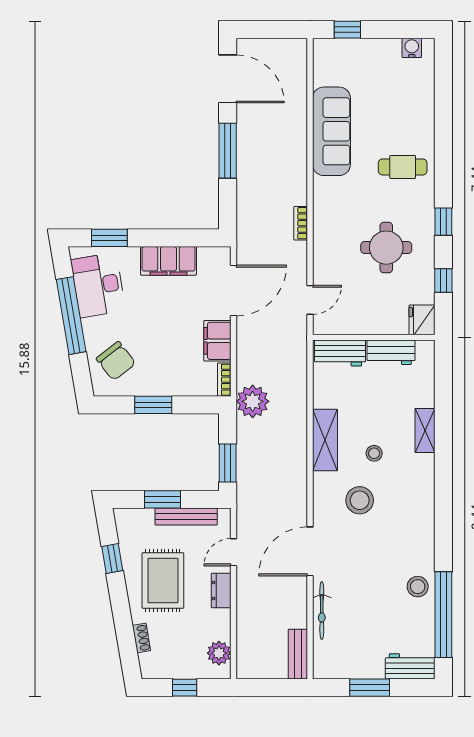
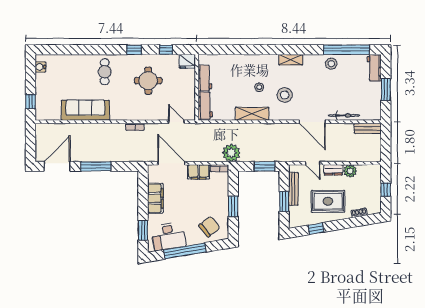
shelving: (425, 430) -> (291, 60), moved
plant: (219, 653) -> (350, 171), moved

